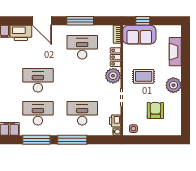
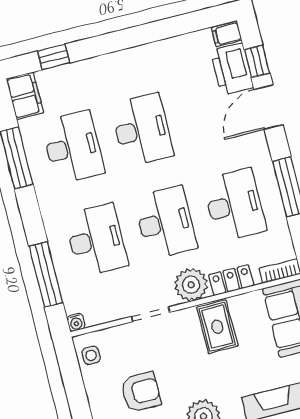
window: (20, 21) -> (257, 61), added
rug: (144, 76) -> (217, 327), moved
desk: (82, 80) -> (165, 223), added
printer: (115, 121) -> (98, 313), removed
window: (72, 140) -> (46, 274), moved

